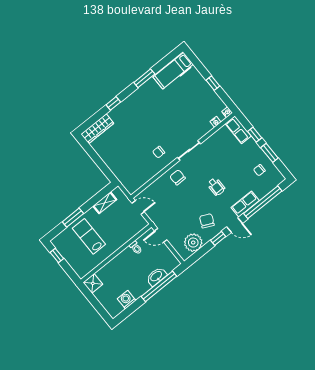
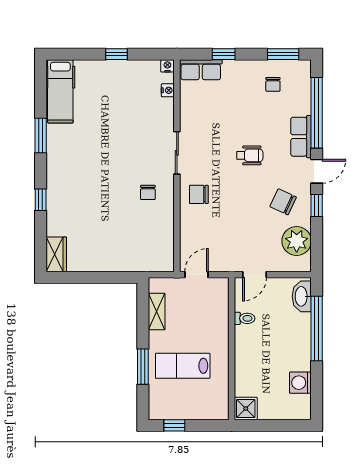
wardrobe: (97, 129) -> (56, 254), width x0.67
window: (269, 153) -> (283, 54), moved
washbasin: (156, 276) -> (302, 296), moved

